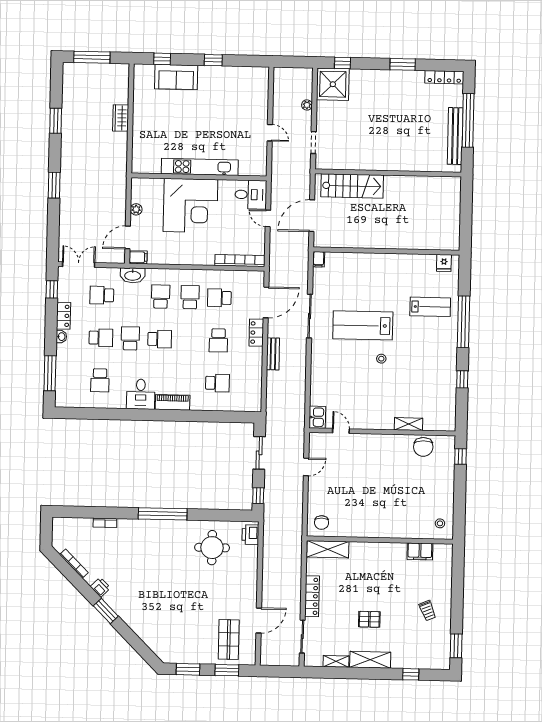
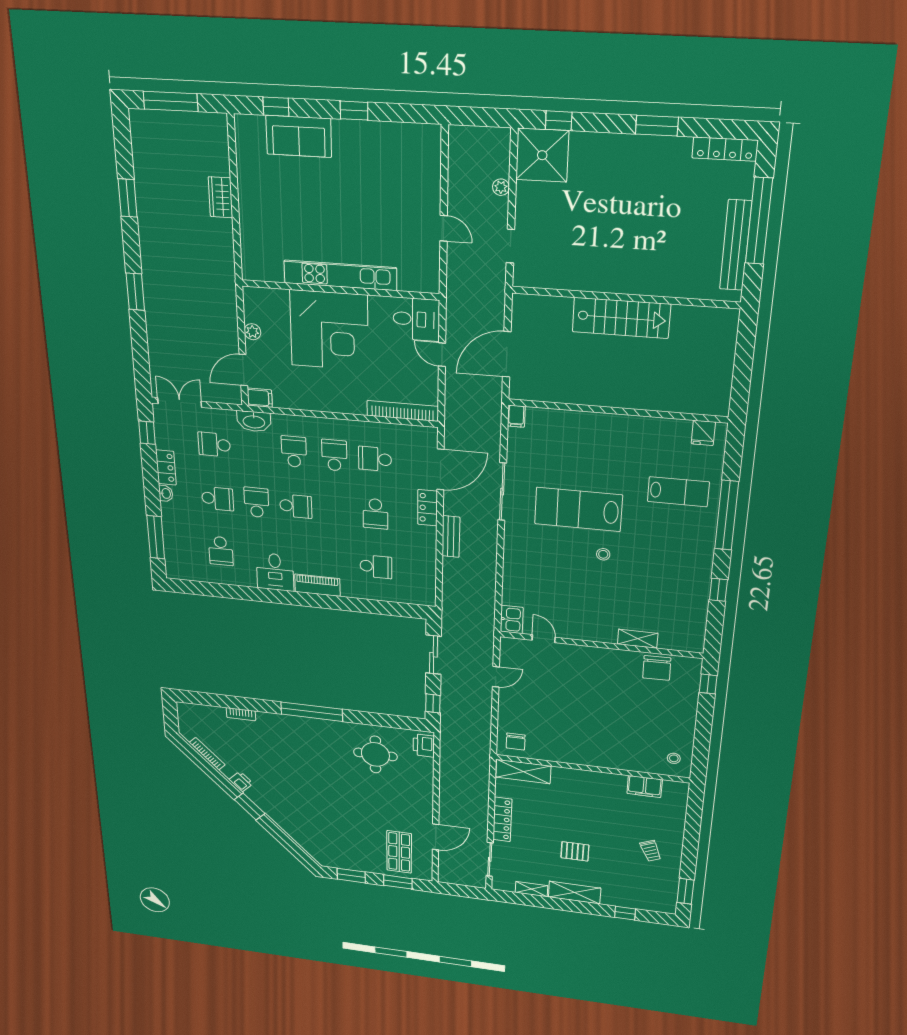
stairs: (352, 186) -> (621, 318), moved

